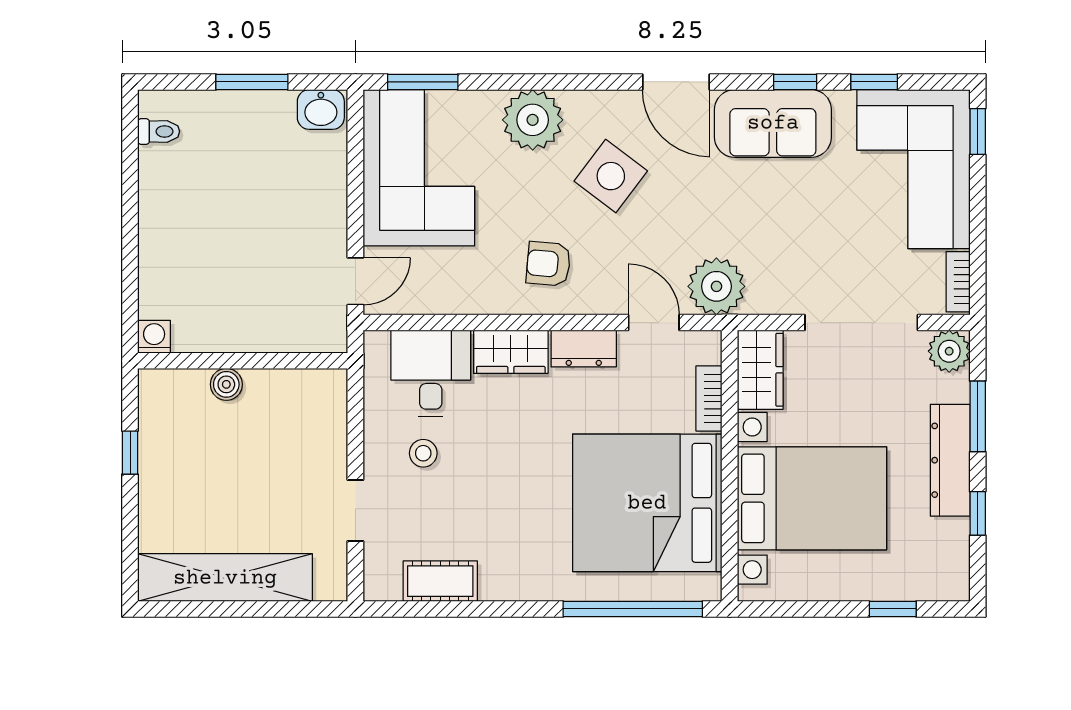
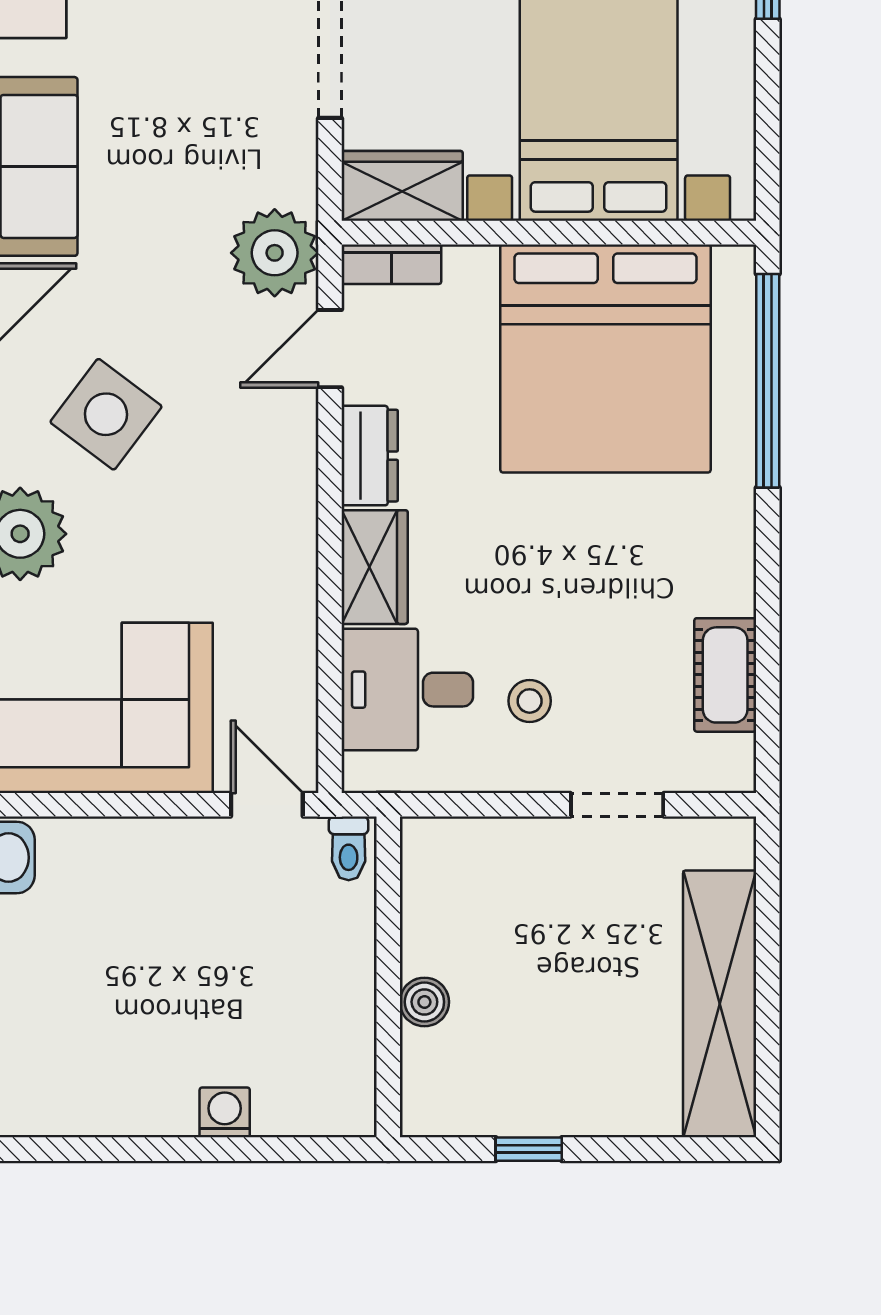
toilet: (159, 131) -> (349, 848), moved, turned 180
armchair: (548, 264) -> (240, 510), removed
washing machine: (154, 337) -> (225, 1112), moved, turned 90
bookcase: (709, 399) -> (391, 264), moved

